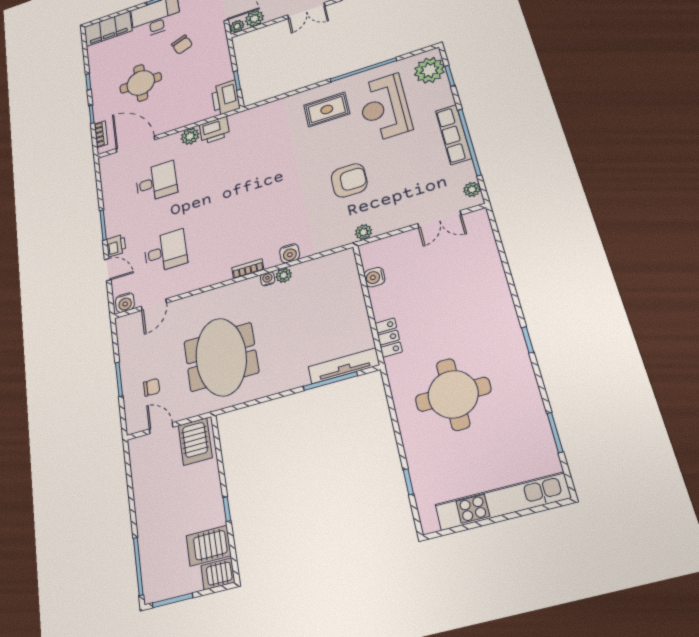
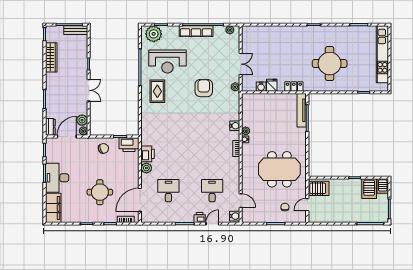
chair: (182, 45) -> (103, 148), moved
double door: (439, 219) -> (241, 64), moved
fridge: (382, 296) -> (272, 85), added

